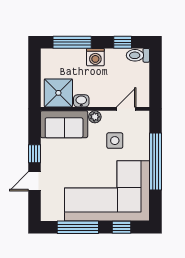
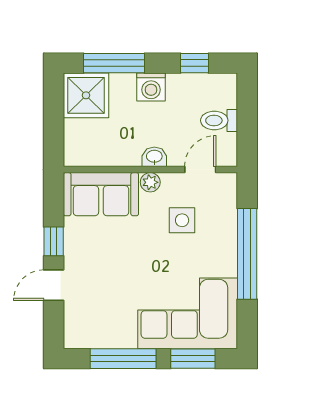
toilet: (138, 55) -> (219, 120), moved
shower: (58, 93) -> (86, 95), moved
washbasin: (81, 101) -> (154, 157), moved
corner sofa: (107, 191) -> (188, 313), width x0.73, depth x0.74
window: (122, 227) -> (193, 359), width x1.50

